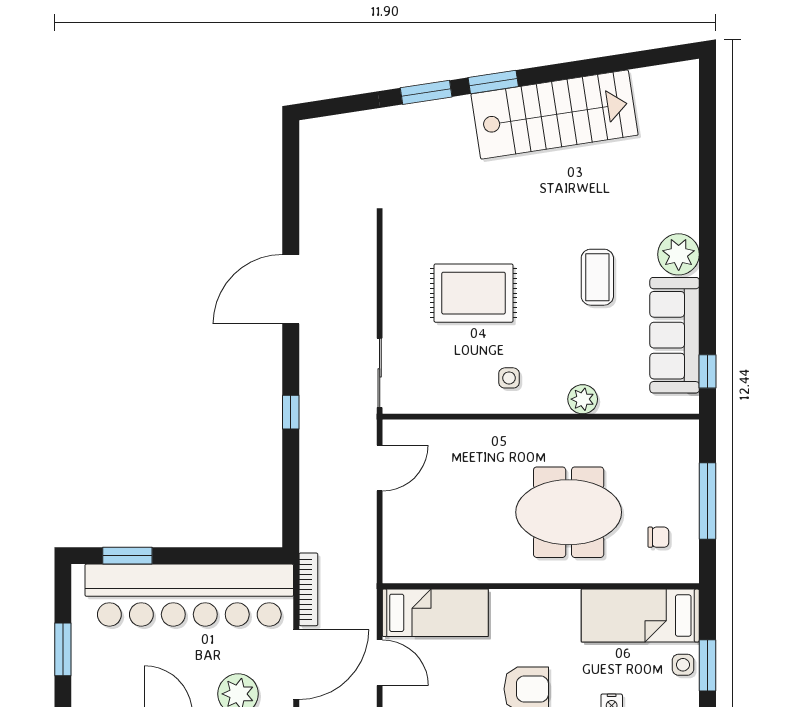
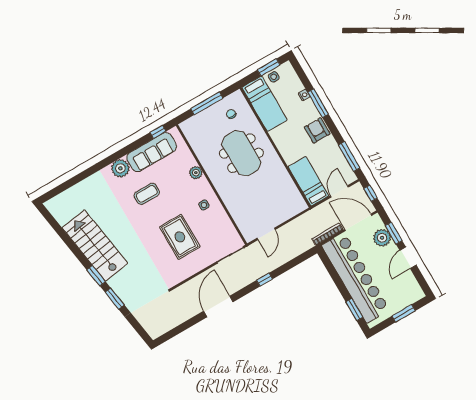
door: (291, 289) -> (218, 306), swing flipped
door: (380, 468) -> (266, 234), swing flipped

